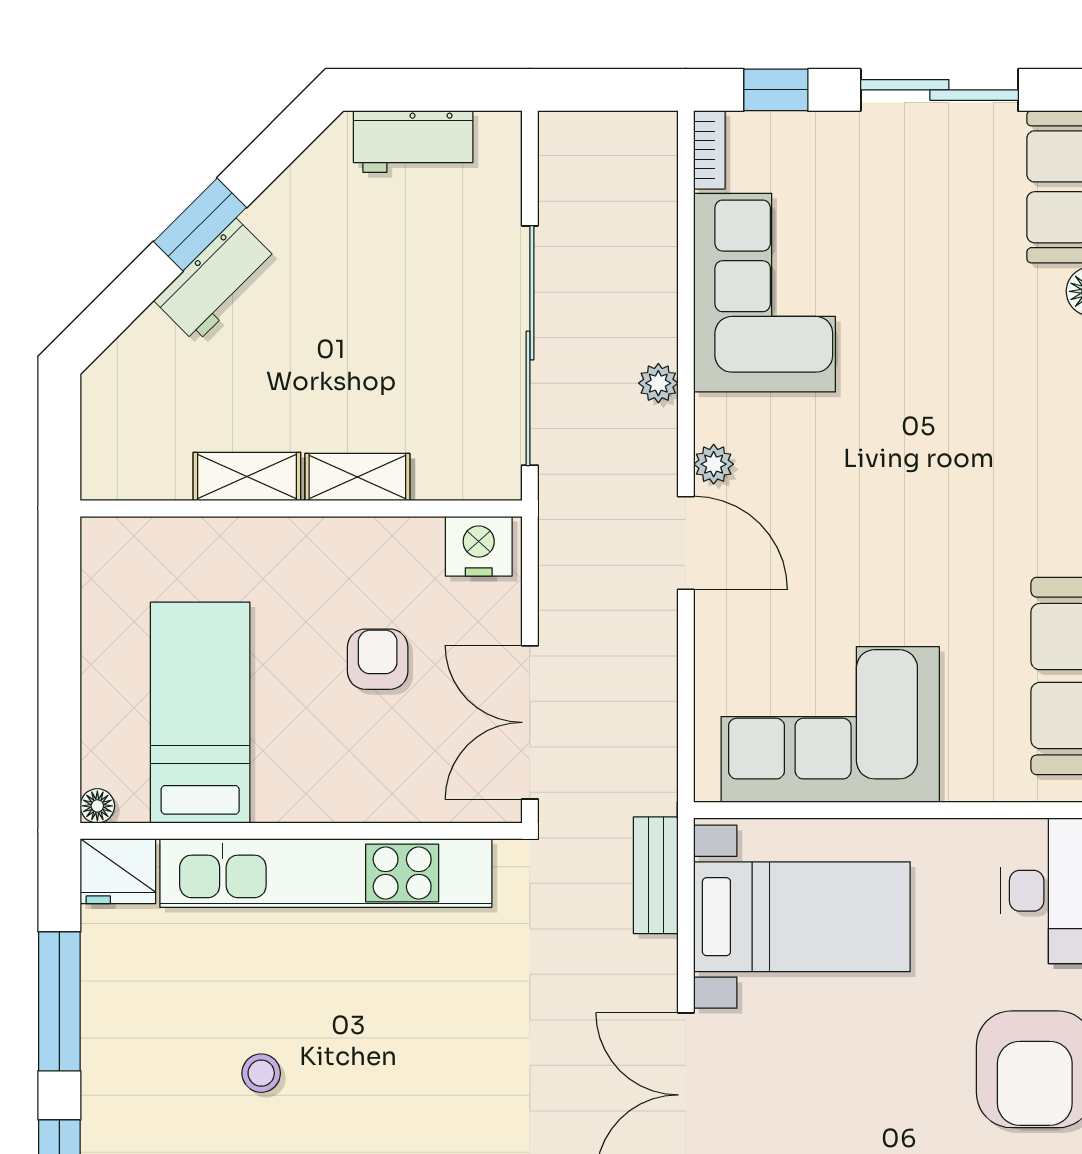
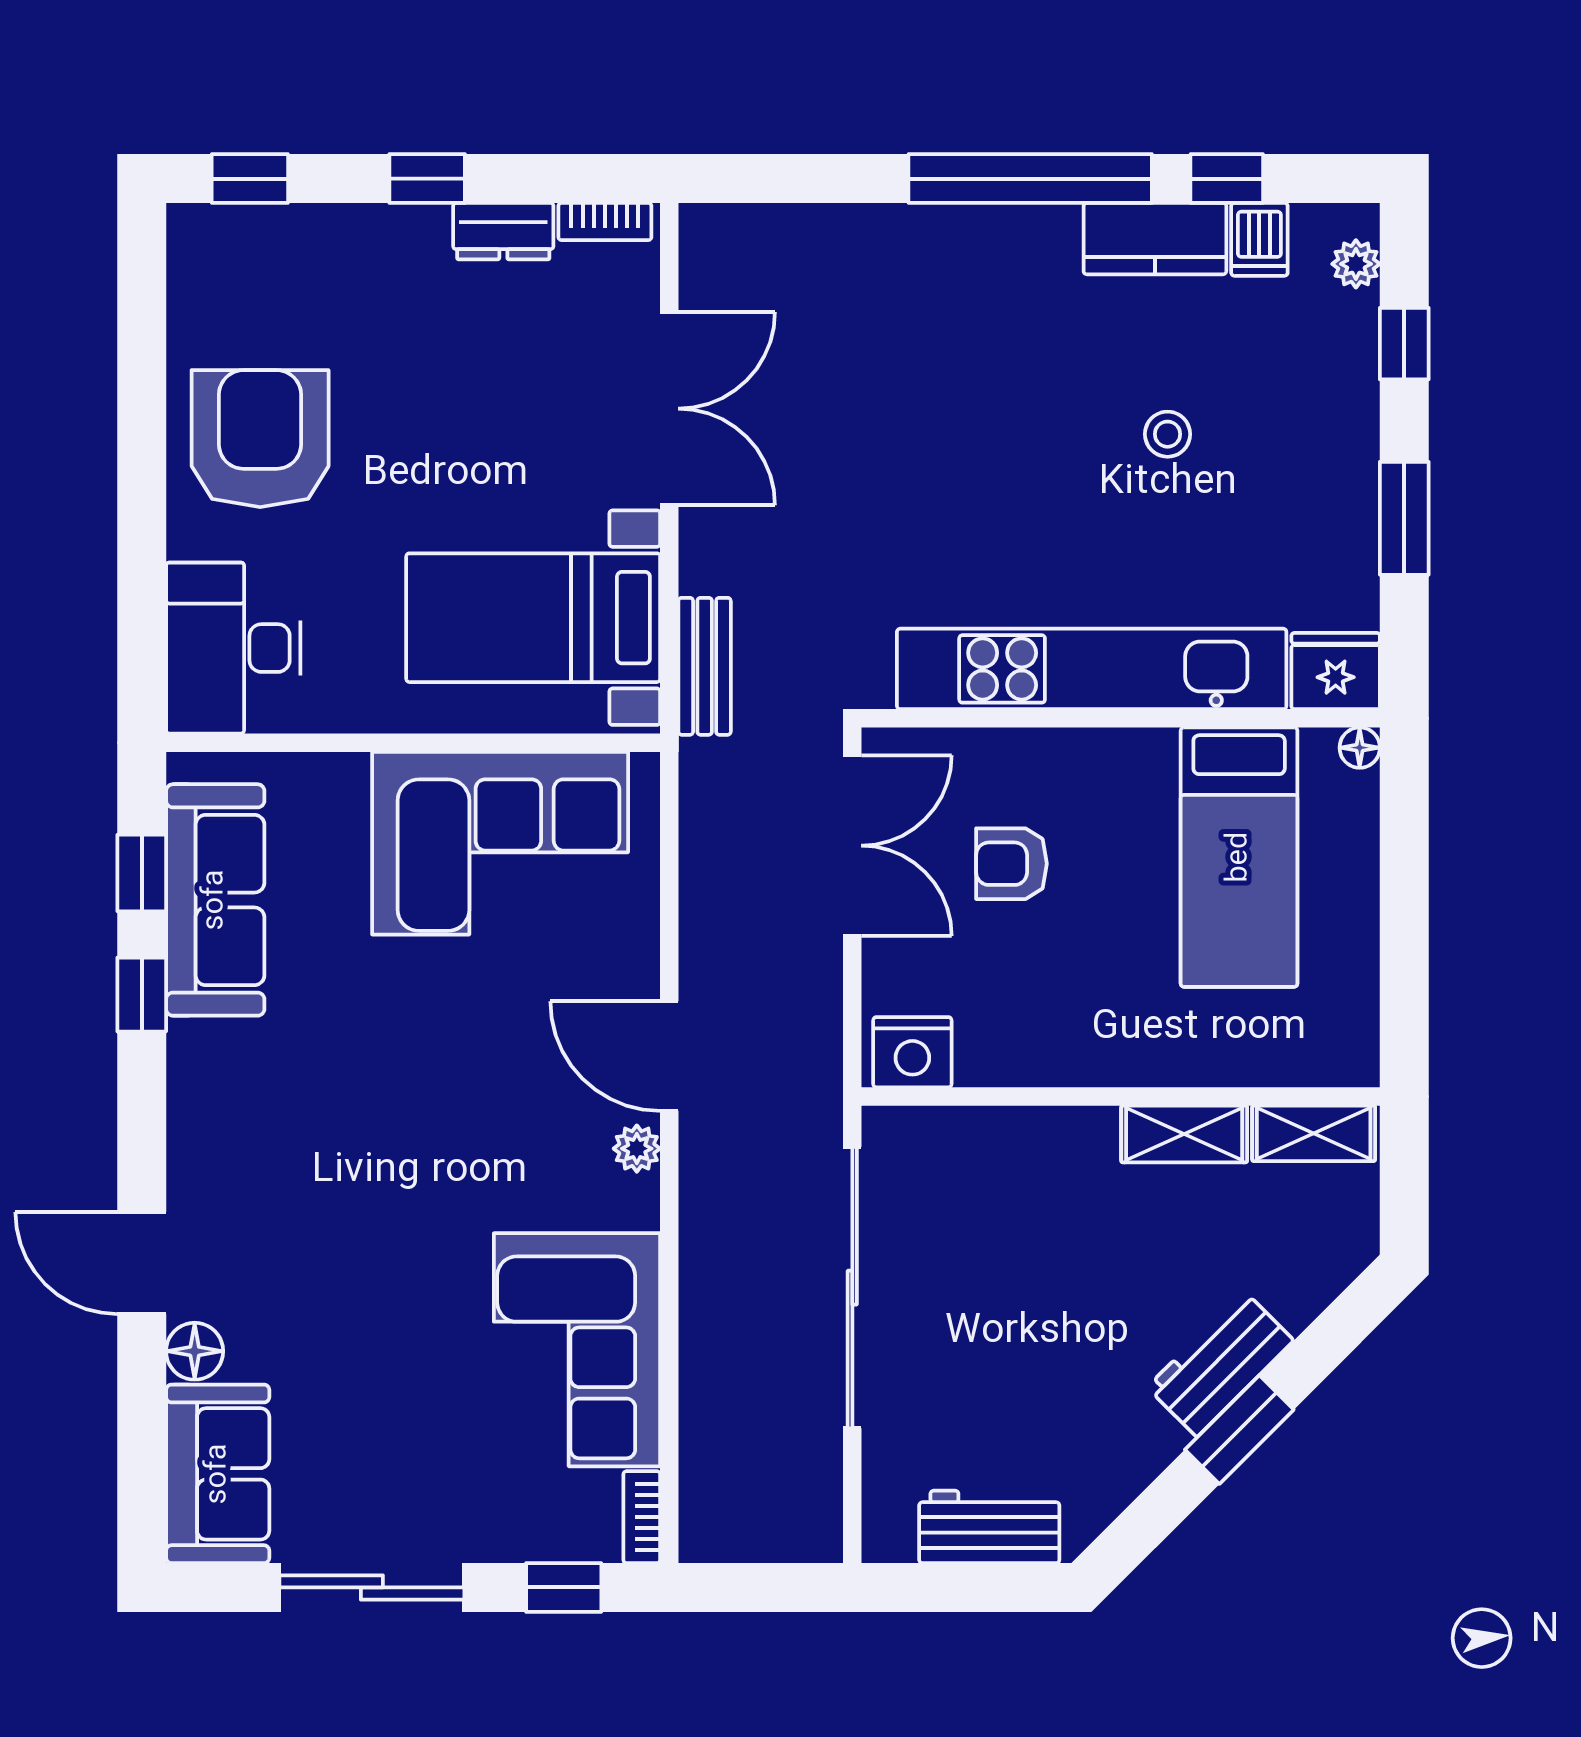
plant: (658, 383) -> (702, 1244), removed
shelving: (357, 477) -> (1314, 1133), moved
armchair: (378, 659) -> (1011, 864), moved, turned 90
window: (59, 1001) -> (1404, 518), width x0.69

